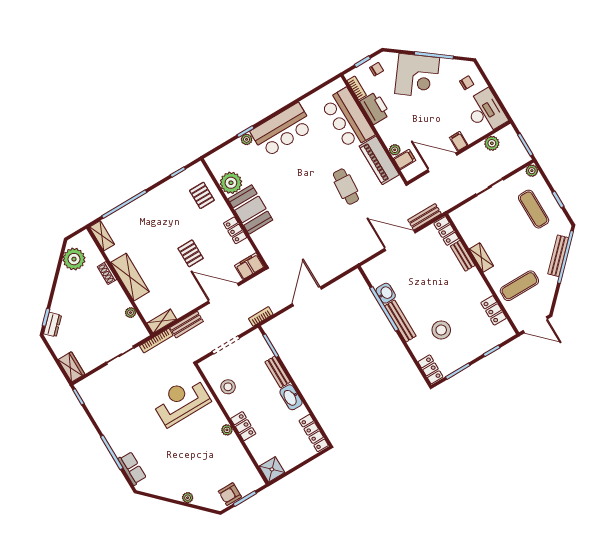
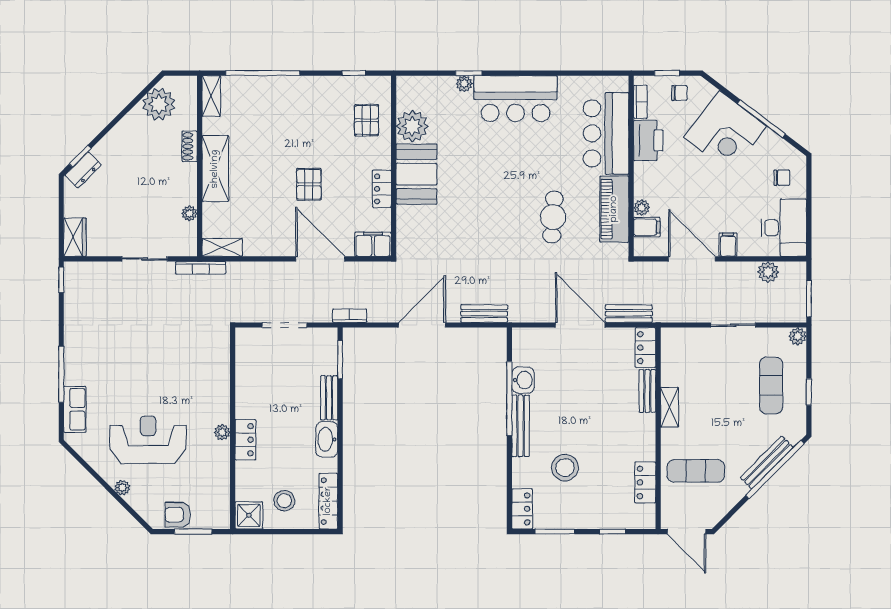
bench: (187, 325) -> (484, 314), moved
stool: (228, 387) -> (284, 501), moved
reception desk: (181, 401) -> (148, 440), moved

